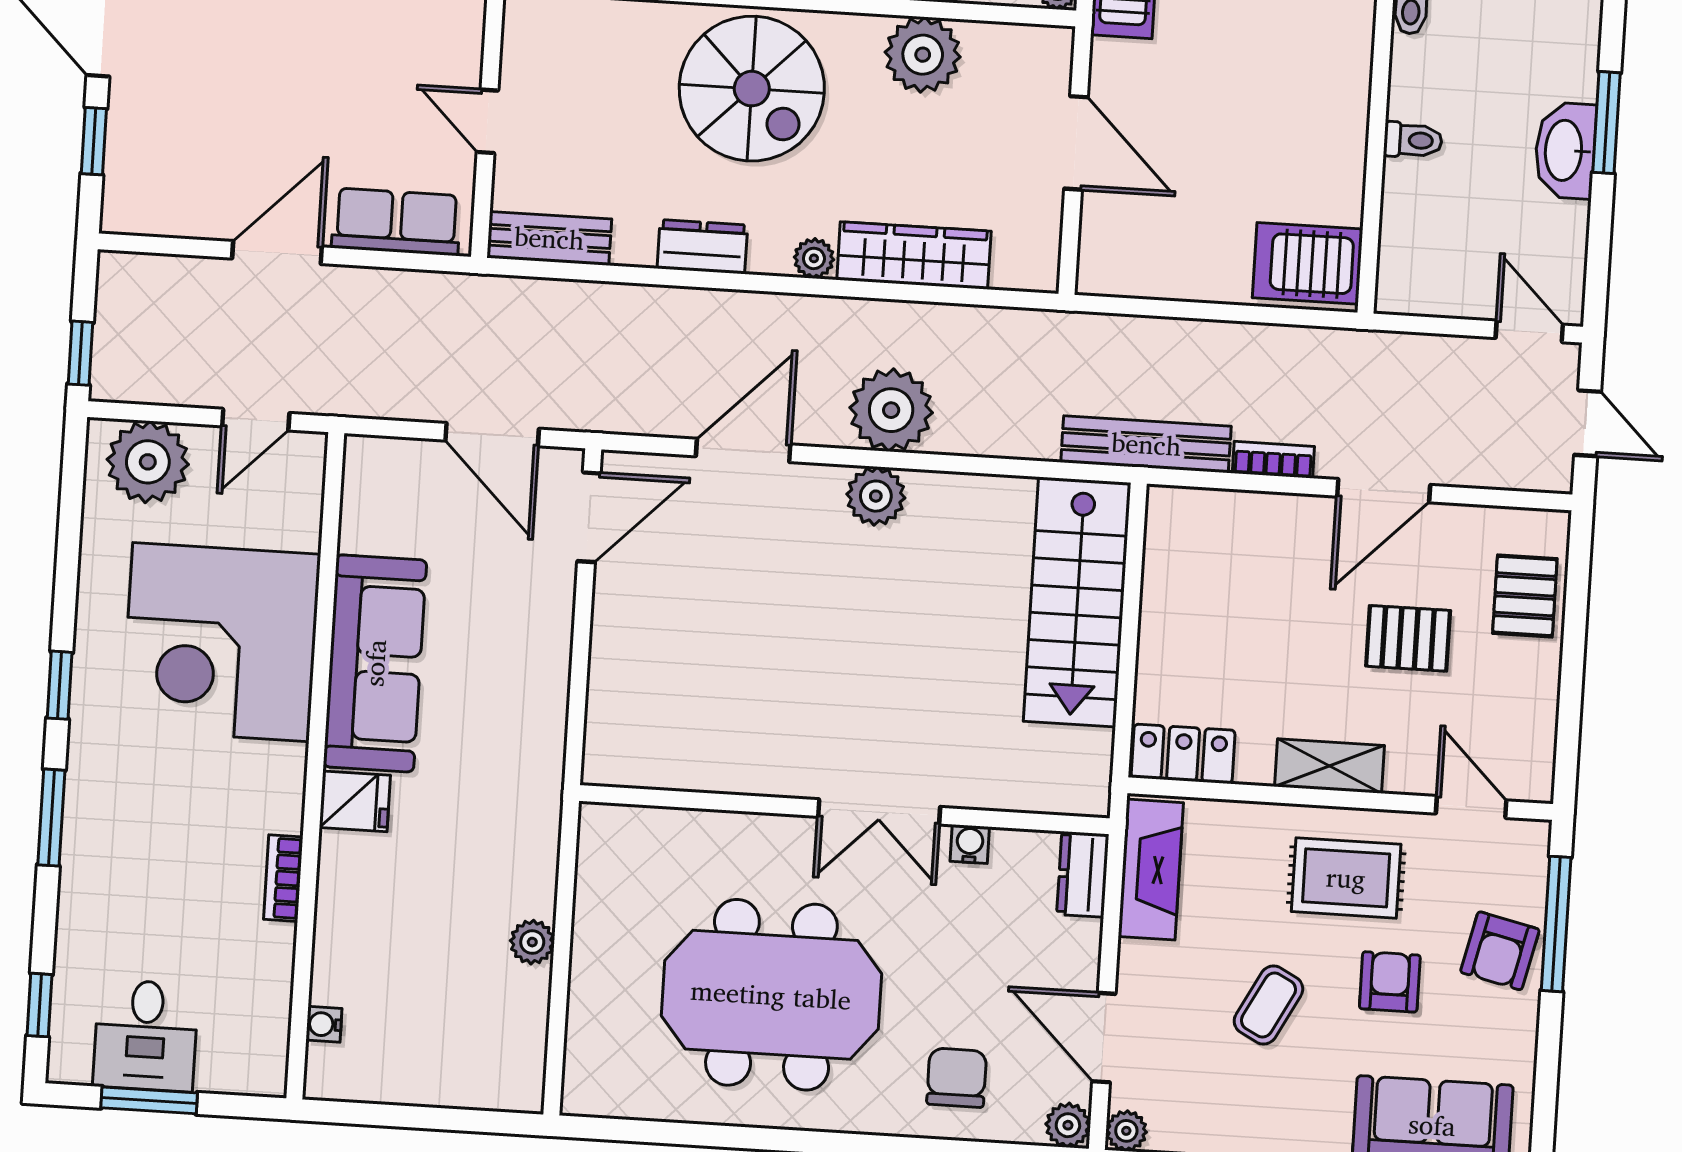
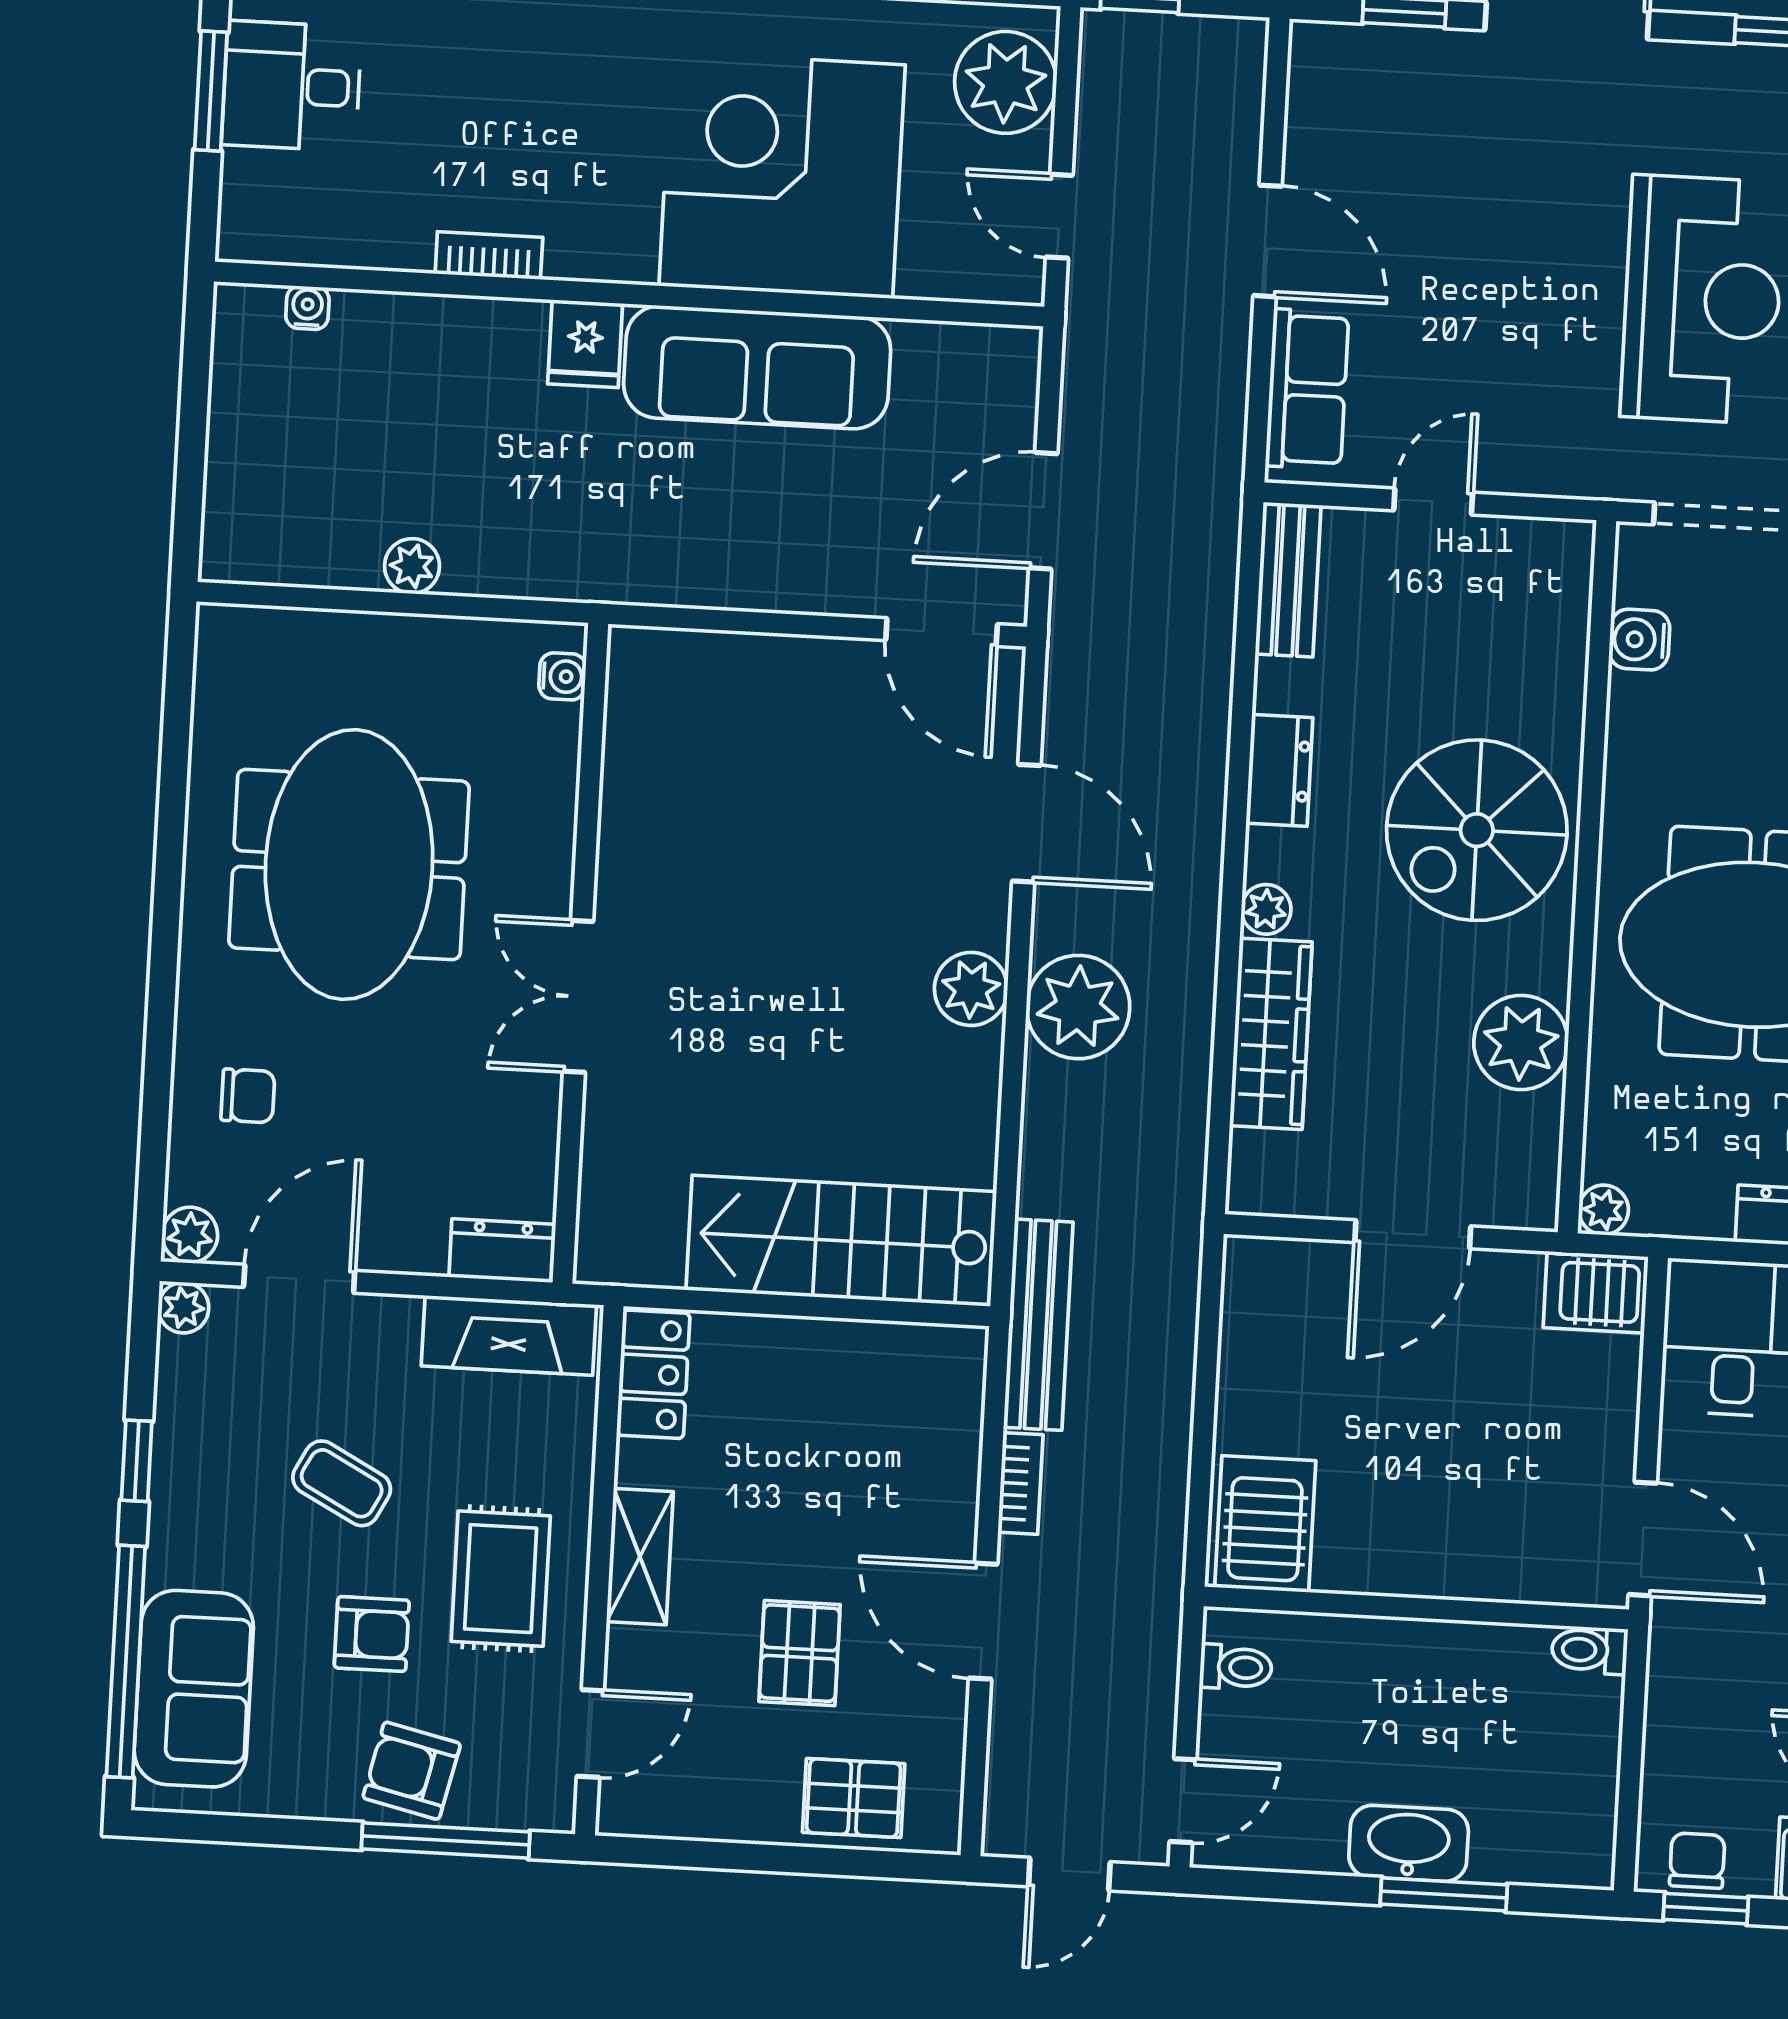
toilet: (1413, 140) -> (1236, 1667), moved, turned -90
water cooler: (970, 844) -> (562, 676), moved
chair: (957, 1078) -> (248, 1096), width x0.73, depth x0.73

